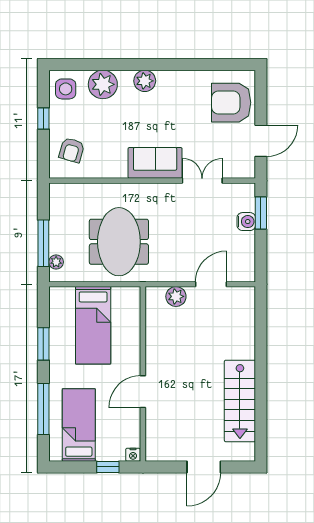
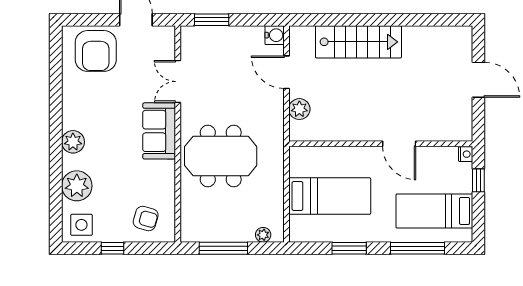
water cooler: (246, 222) -> (275, 35), moved, turned 90
meeting table: (119, 242) -> (221, 156), moved
window: (43, 243) -> (223, 248), moved
stairs: (240, 401) -> (358, 42), moved

